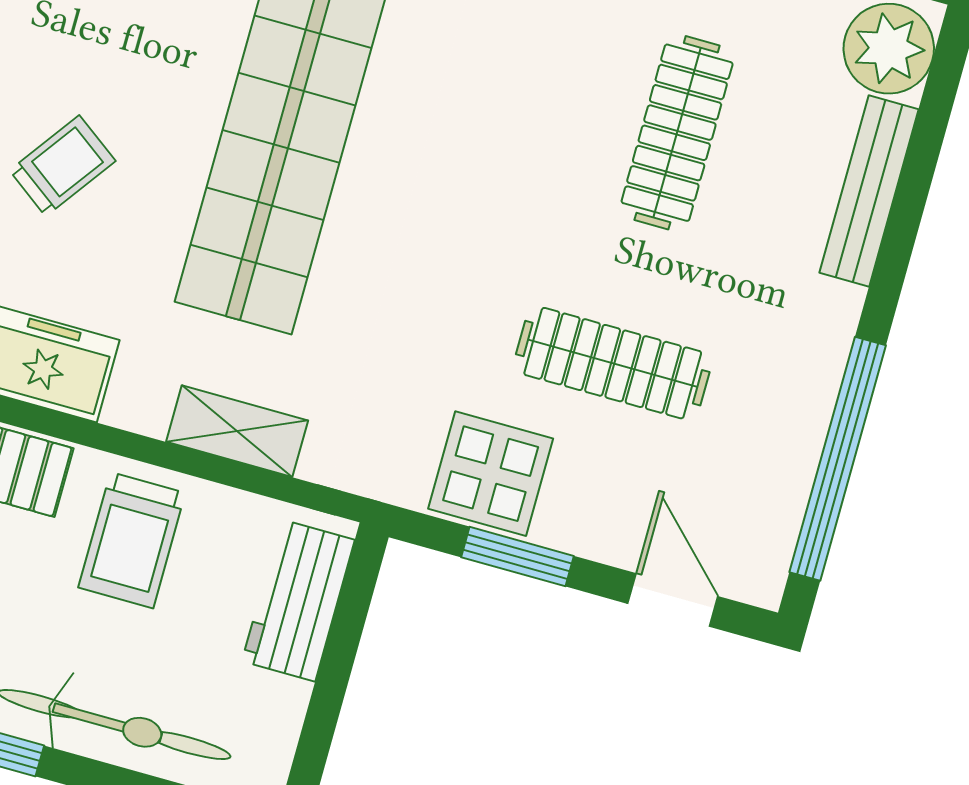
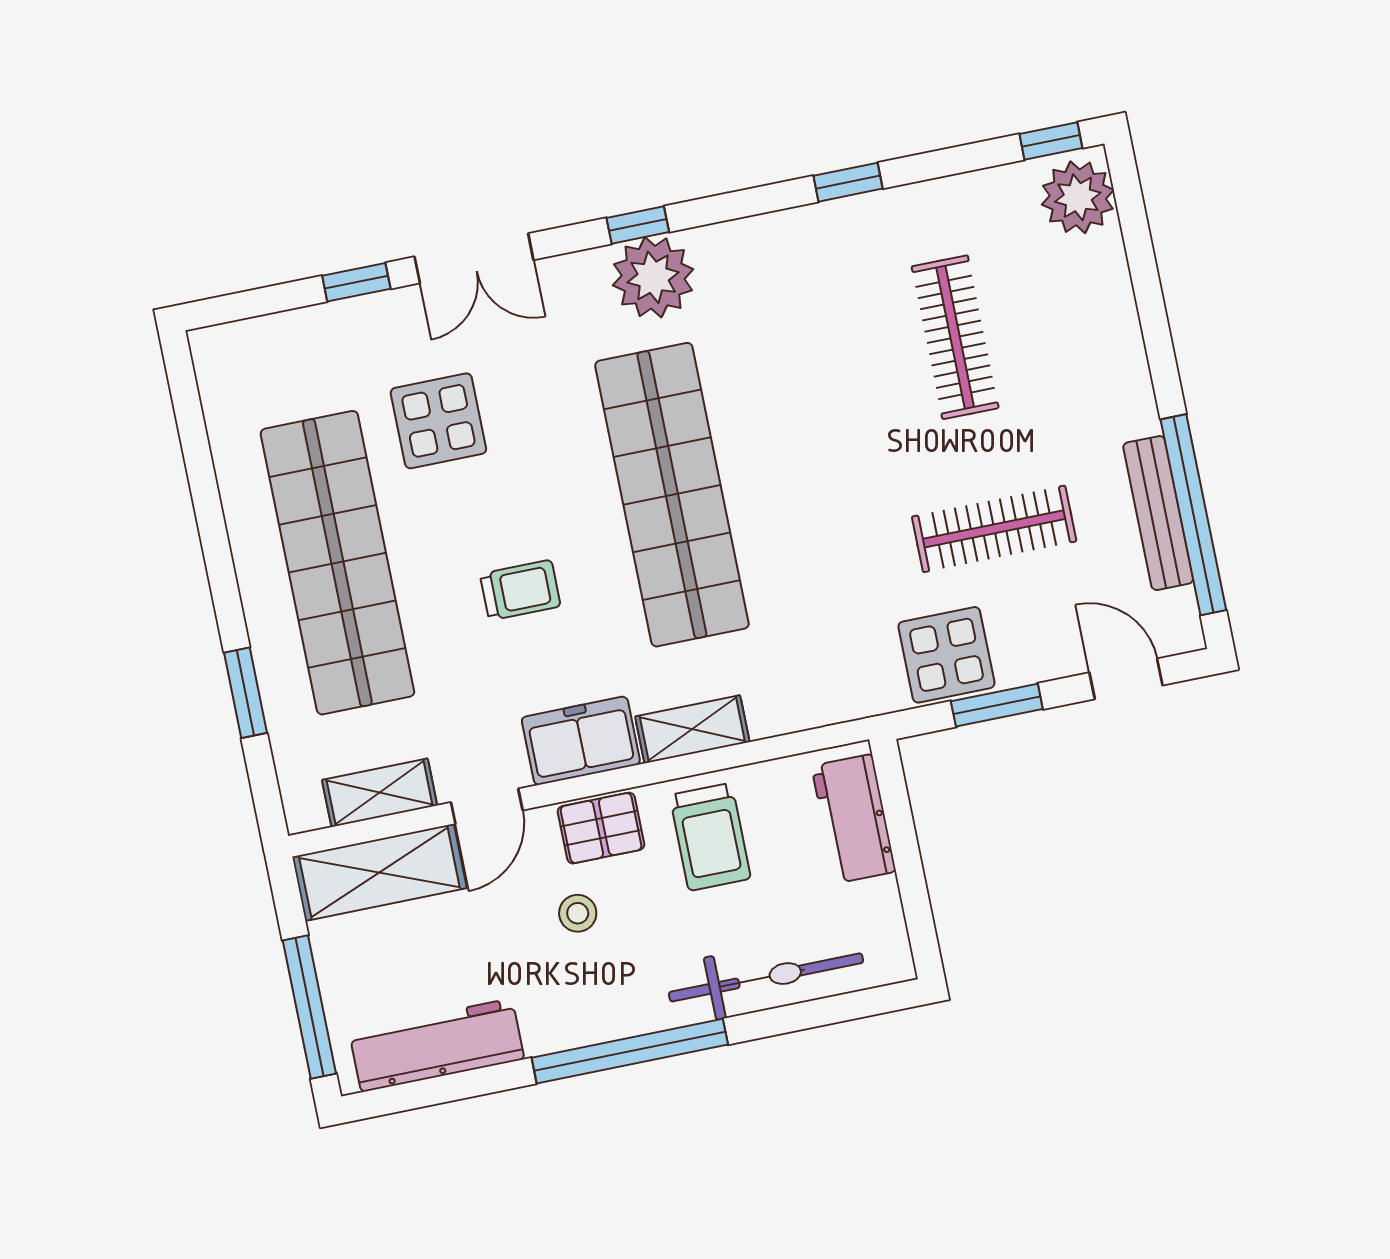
trolley: (63, 166) -> (520, 590), turned 54
bench: (869, 191) -> (1158, 513), moved
shelving: (237, 431) -> (692, 729), moved

